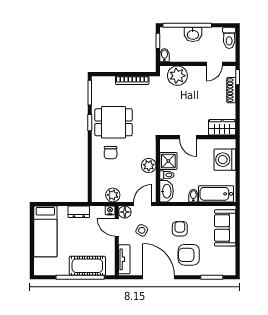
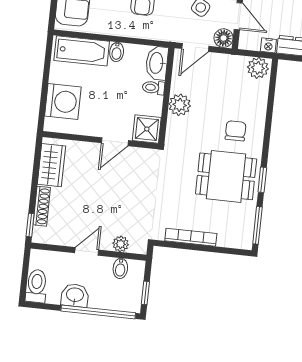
washbasin: (193, 34) -> (75, 295), moved
bidet: (164, 55) -> (120, 268), moved
door: (214, 64) -> (87, 251), moved
plant: (177, 76) -> (121, 244), width x0.53, depth x0.53
wardrobe: (222, 127) -> (51, 165), moved, turned -90
door: (188, 137) -> (115, 142), swing flipped
shower: (168, 161) -> (147, 129), moved
plant: (113, 195) -> (258, 68), moved
nightstand: (110, 210) -> (268, 45), moved

